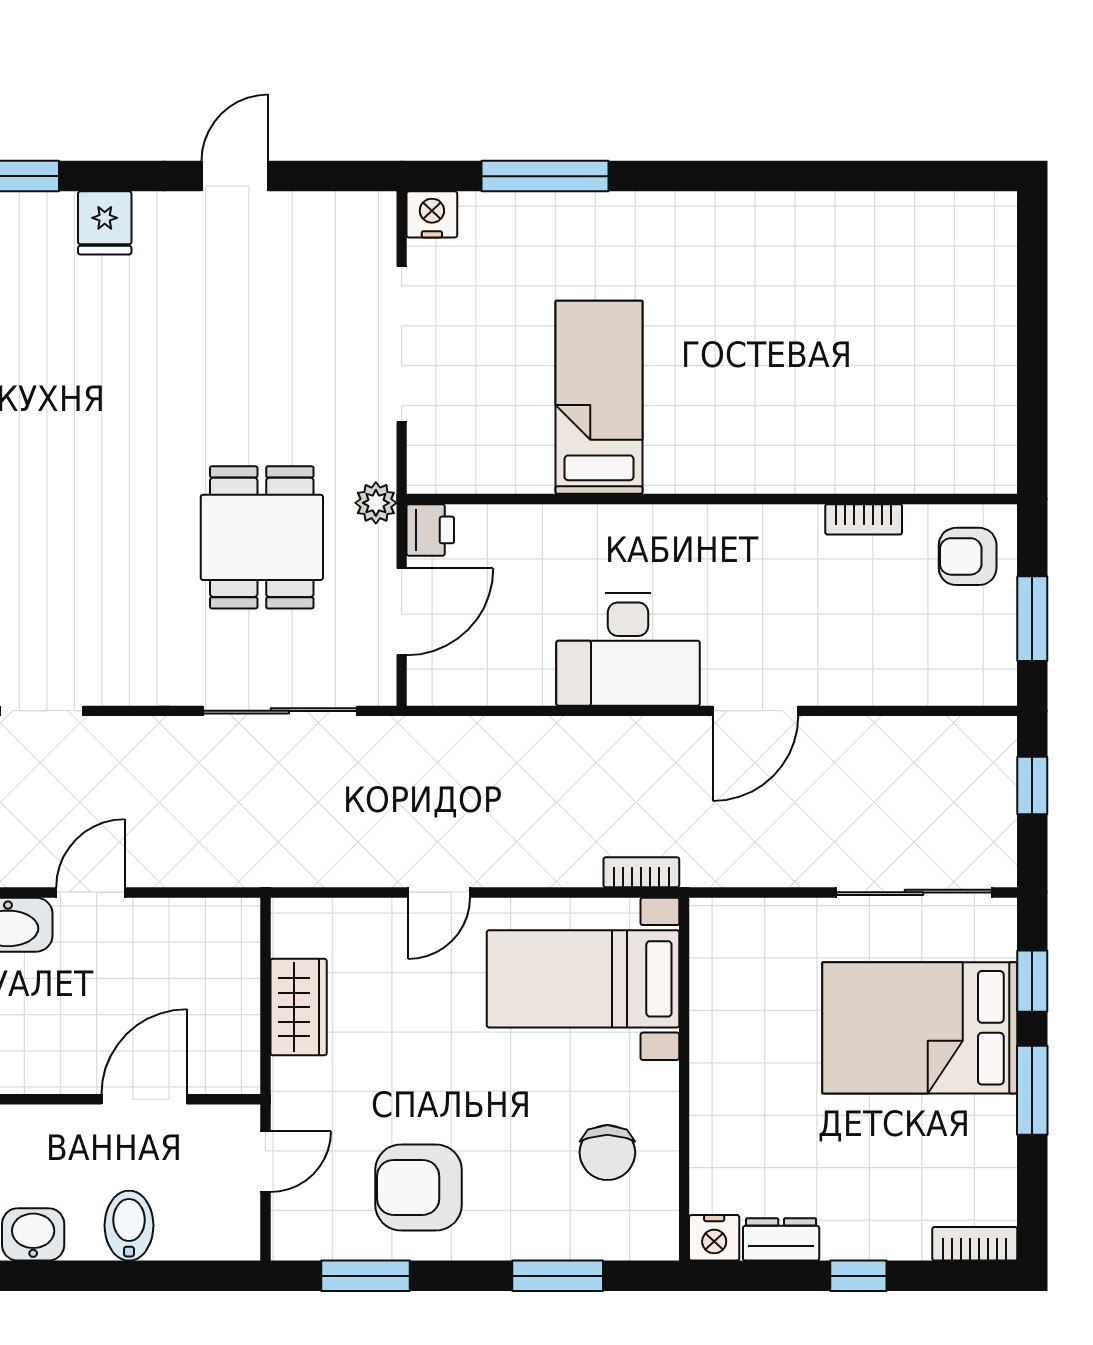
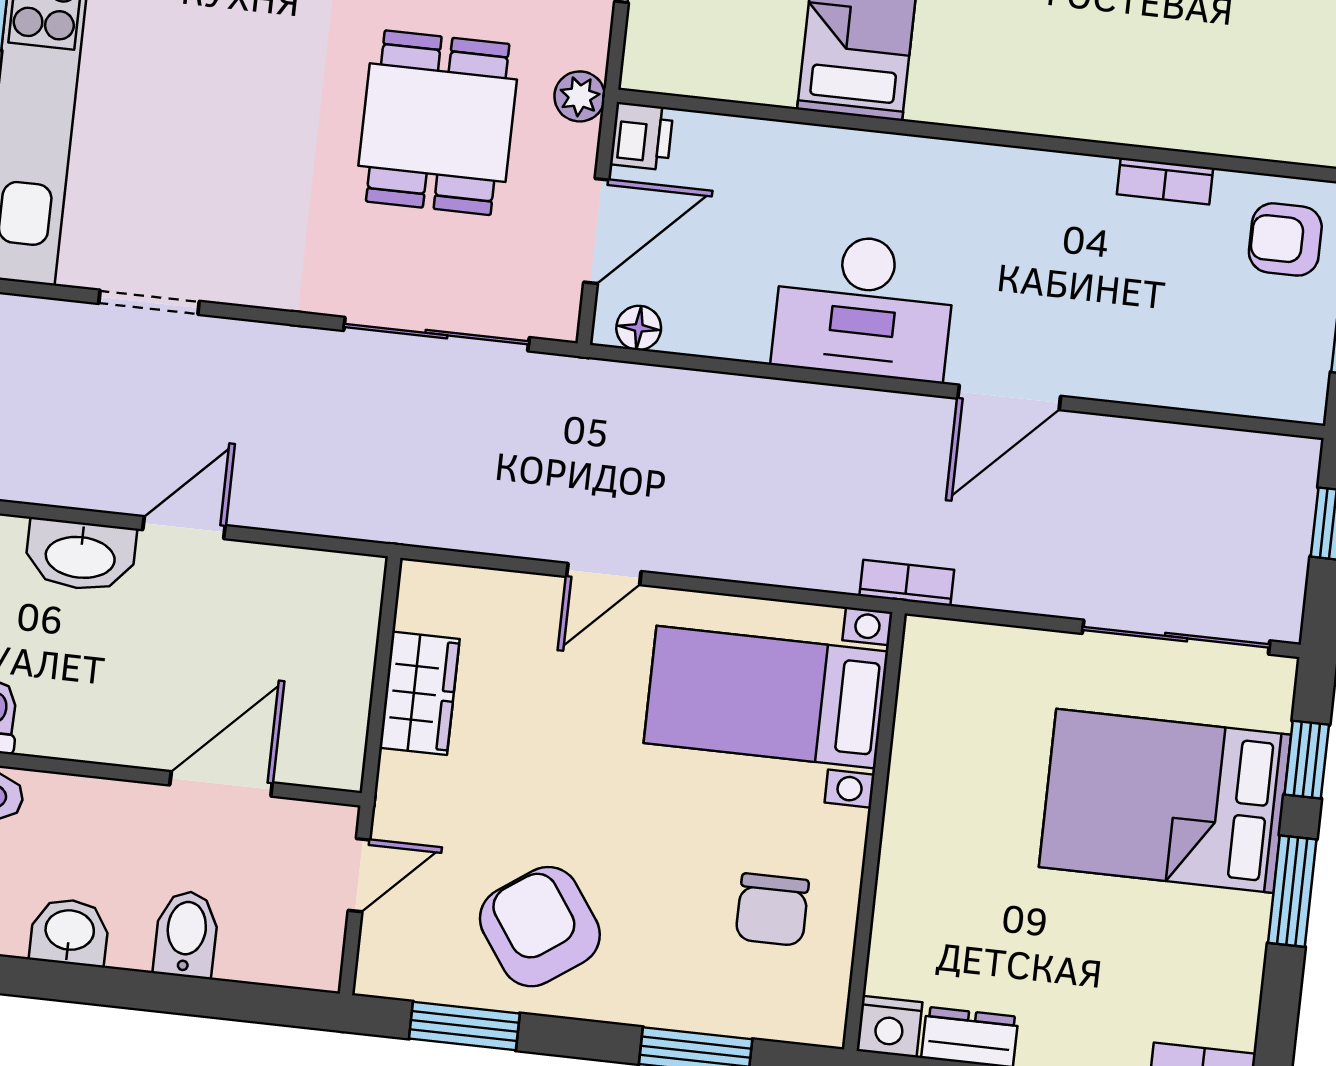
floor lamp: (445, 687) -> (639, 328), added
bookcase: (641, 872) -> (907, 583), moved
armchair: (418, 1187) -> (540, 927), turned 55

